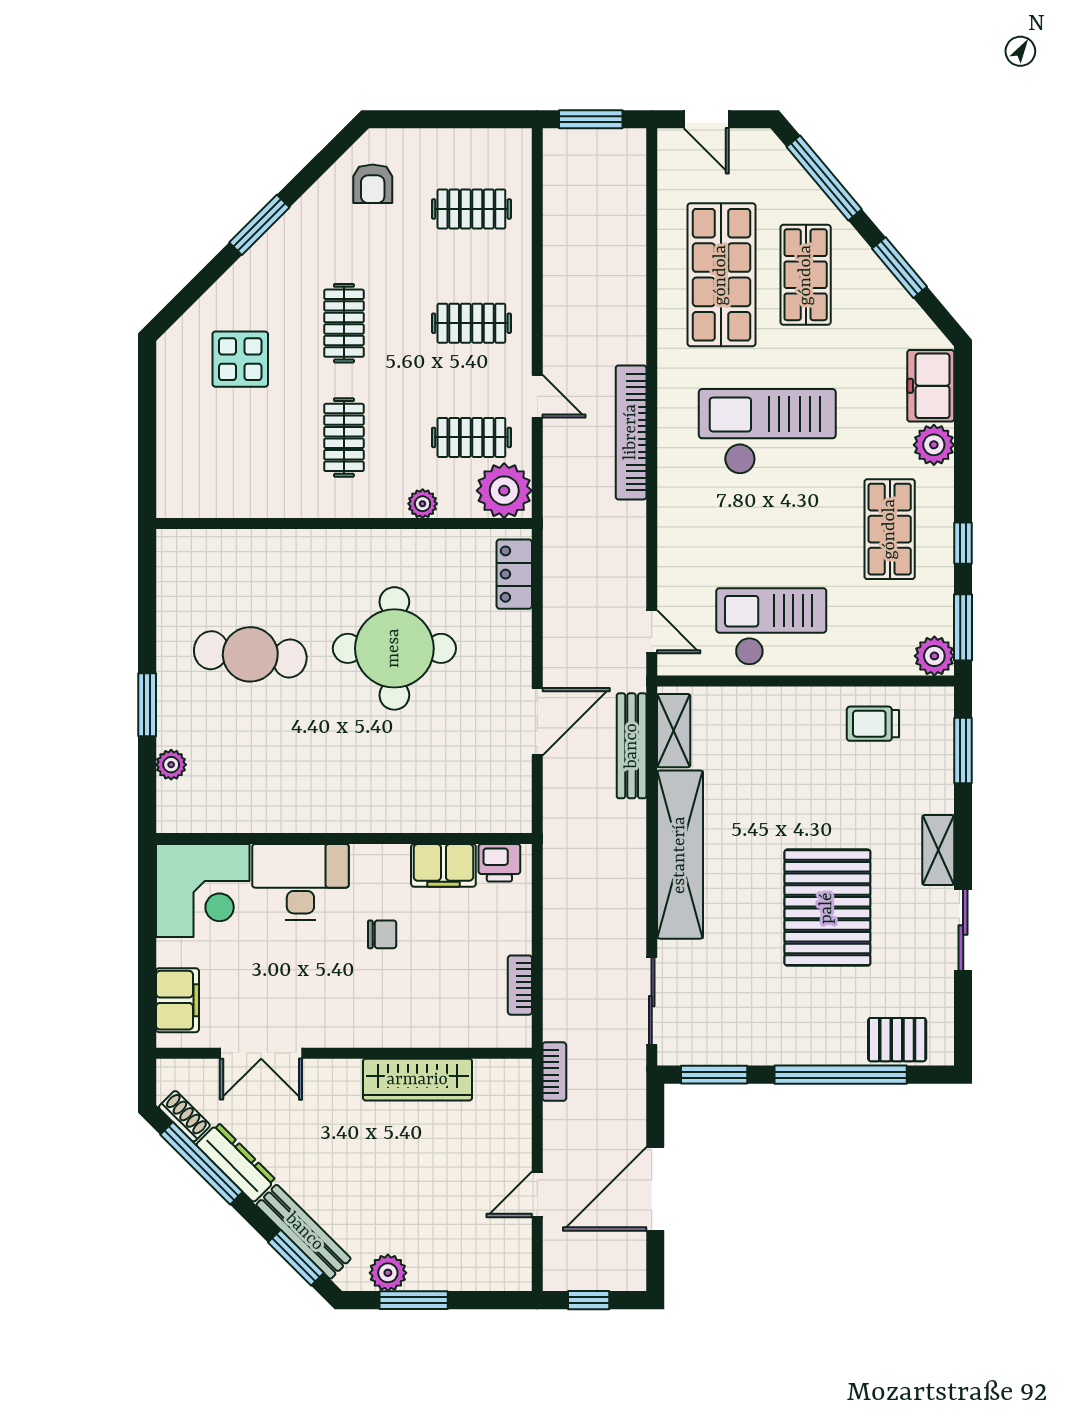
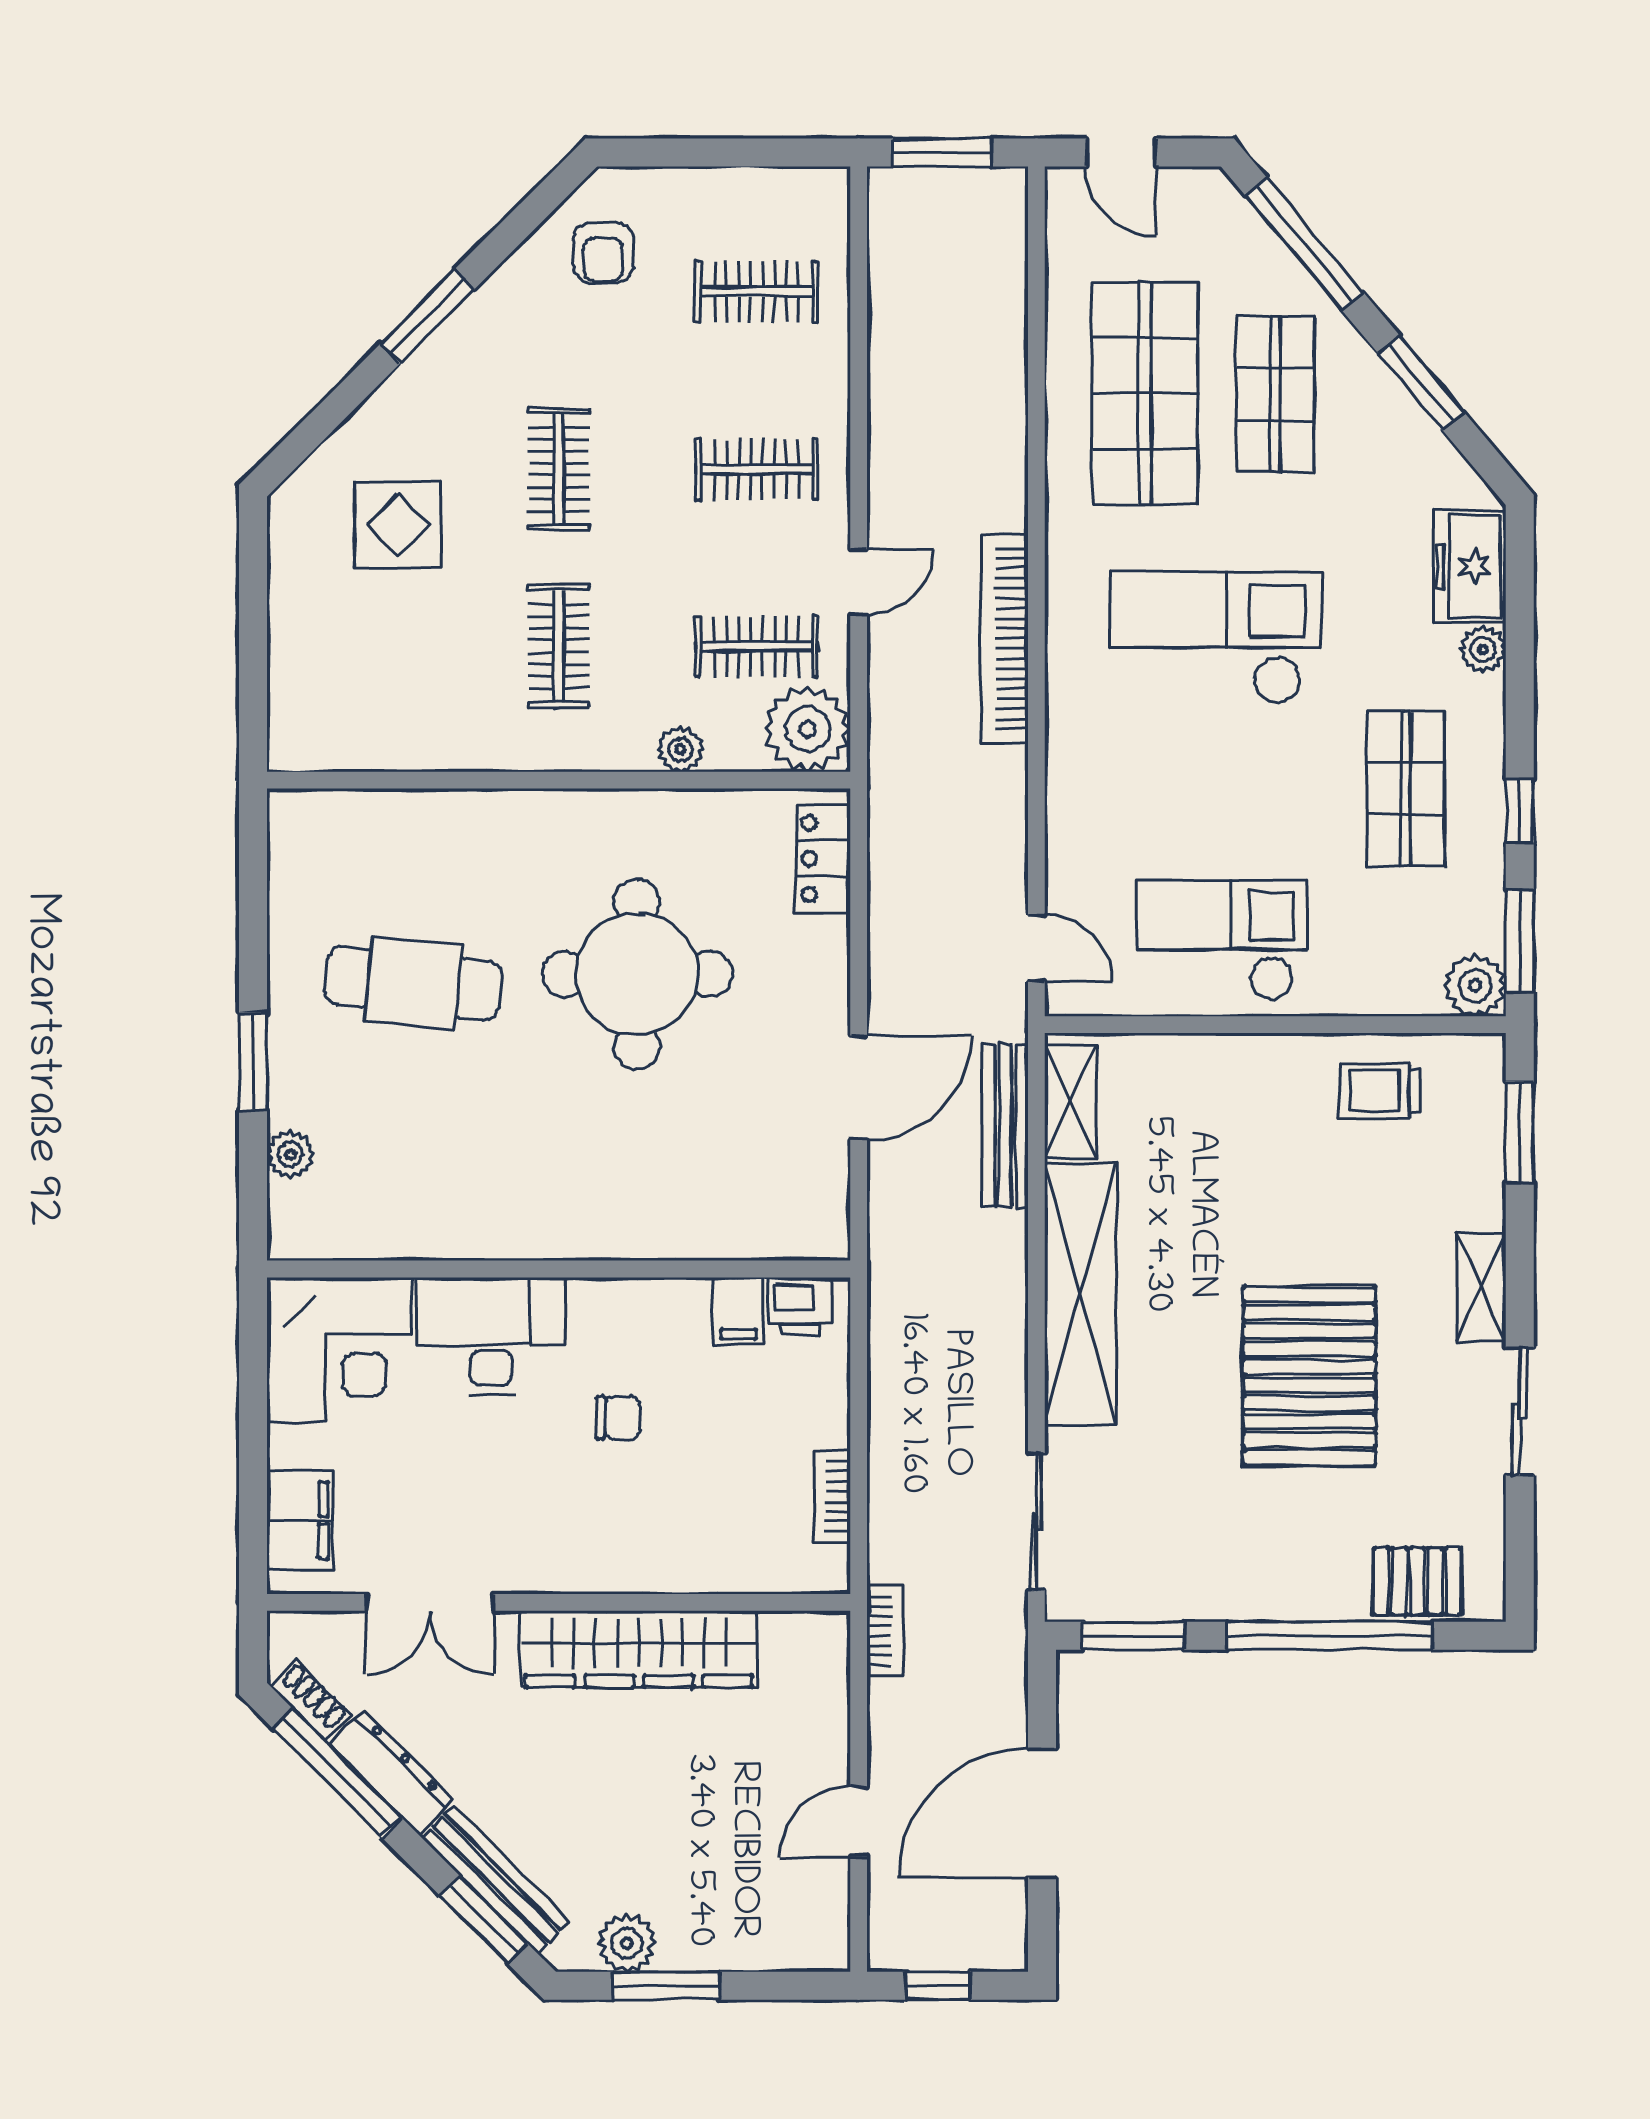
door: (537, 396) -> (859, 582), hinge flipped
plant: (934, 445) -> (1483, 649), width x0.73, depth x0.73
filing cabinet: (443, 865) -> (738, 1311), width x0.50
wardrobe: (417, 1080) -> (639, 1649), width x1.40, depth x1.17

